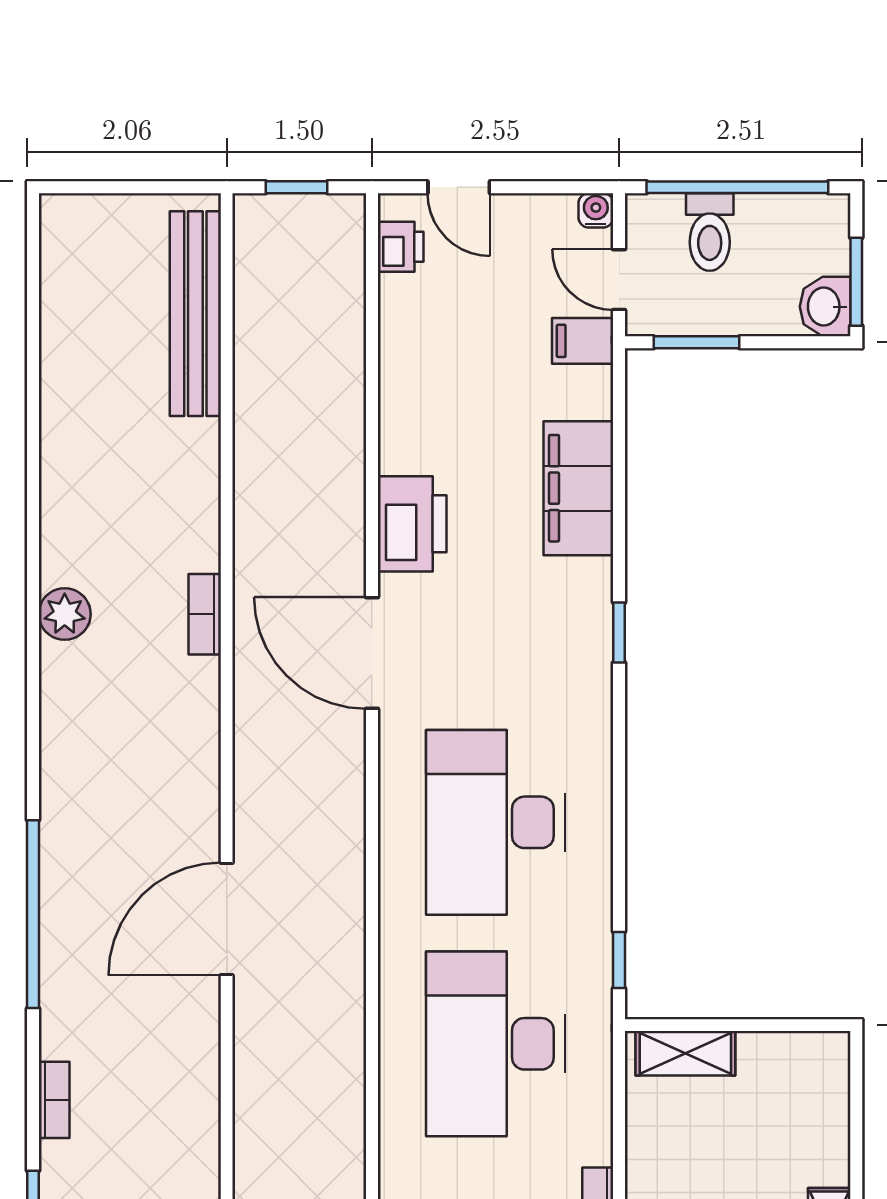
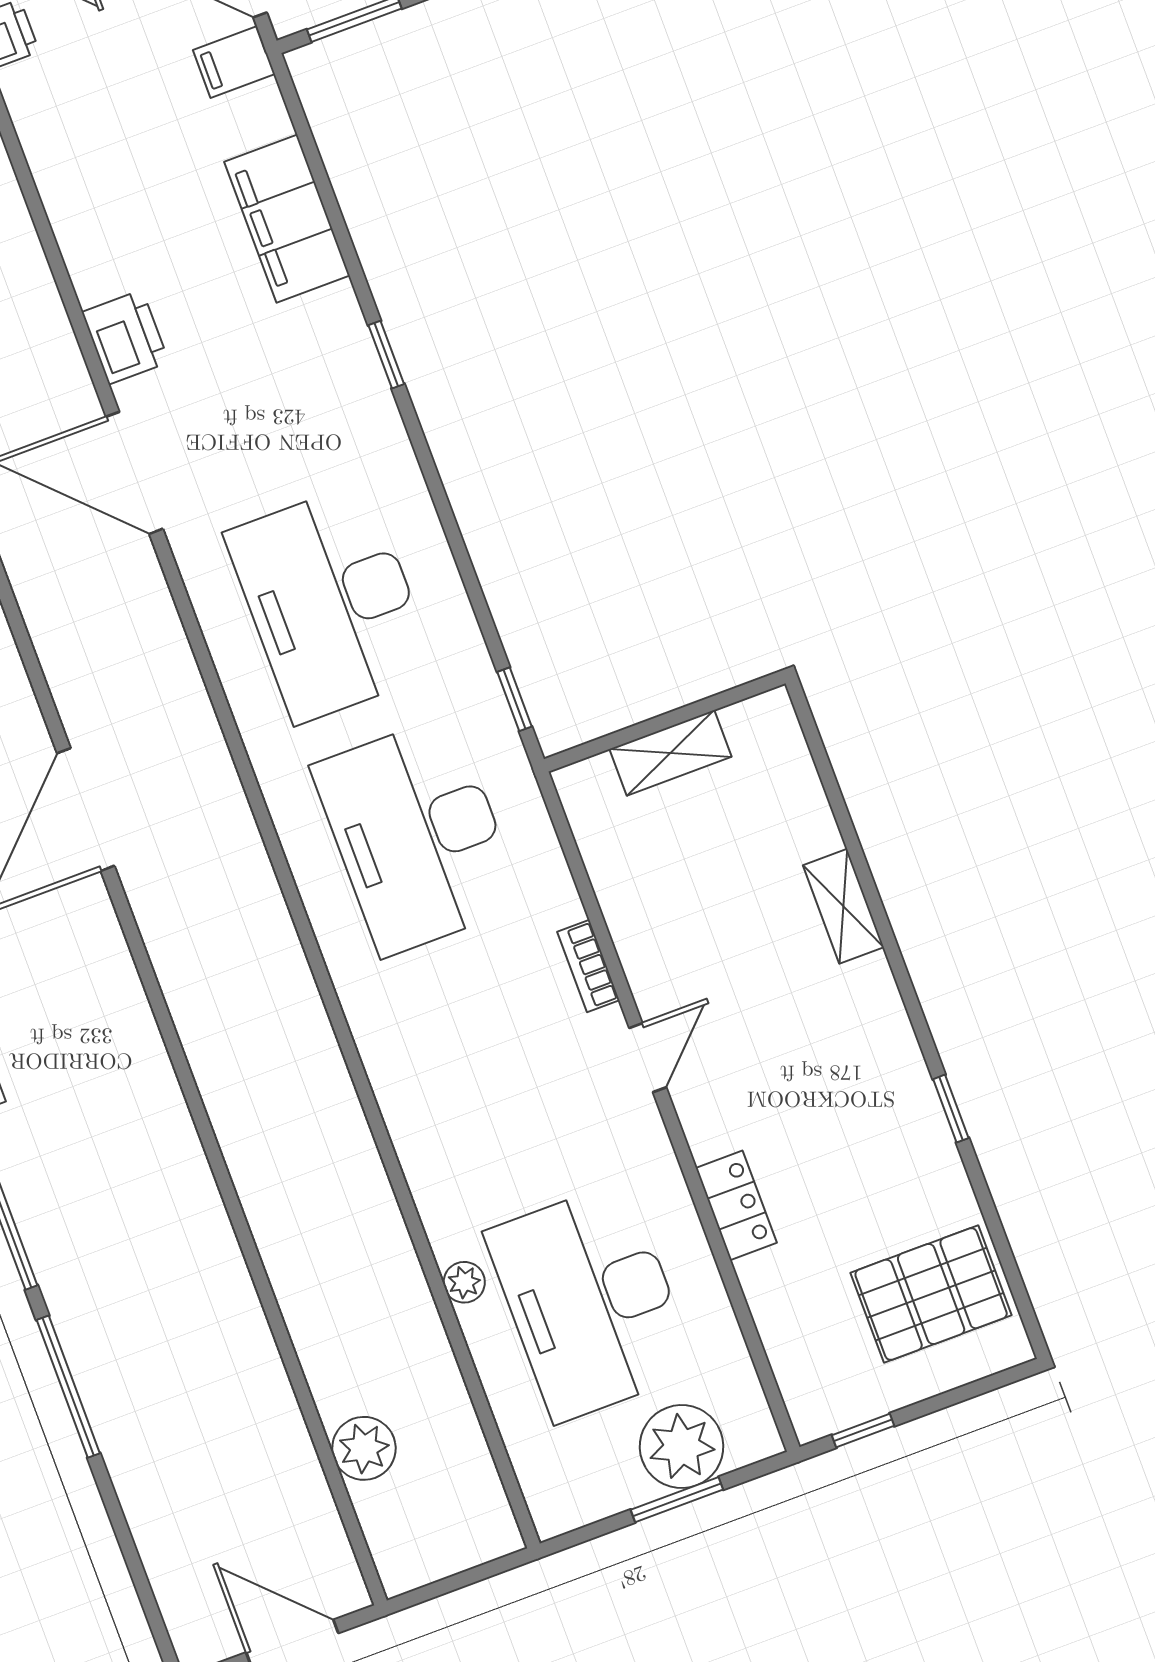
printer: (412, 524) -> (125, 337), width x0.73, depth x0.84
shelving: (685, 1053) -> (670, 753), moved

